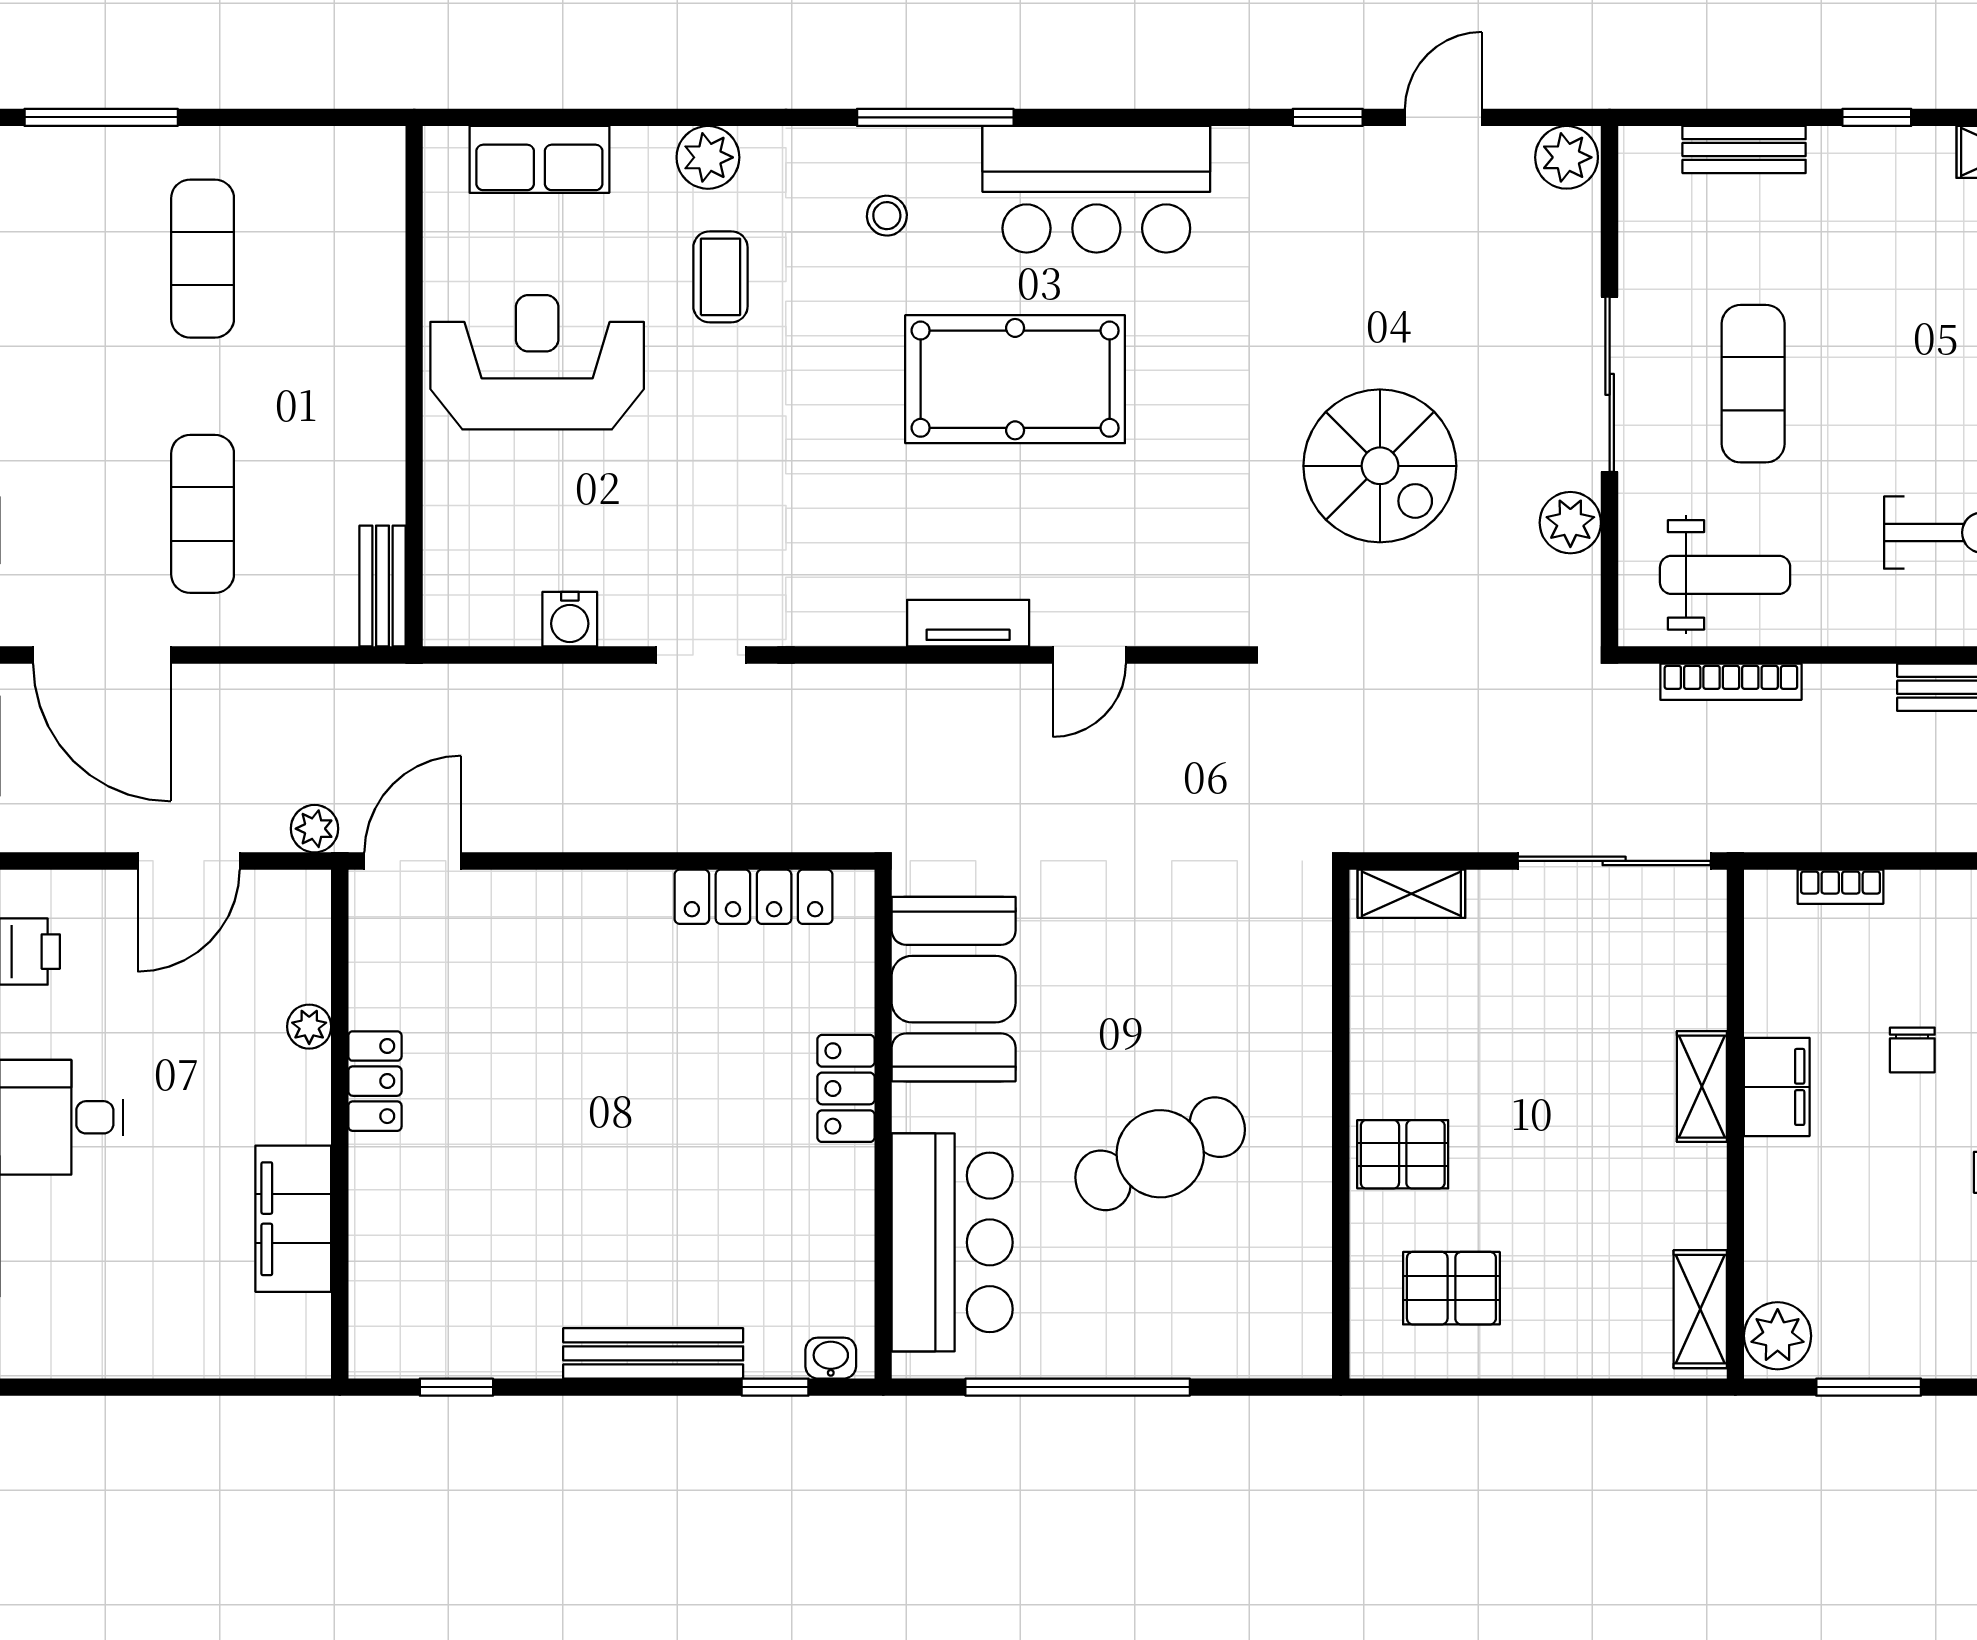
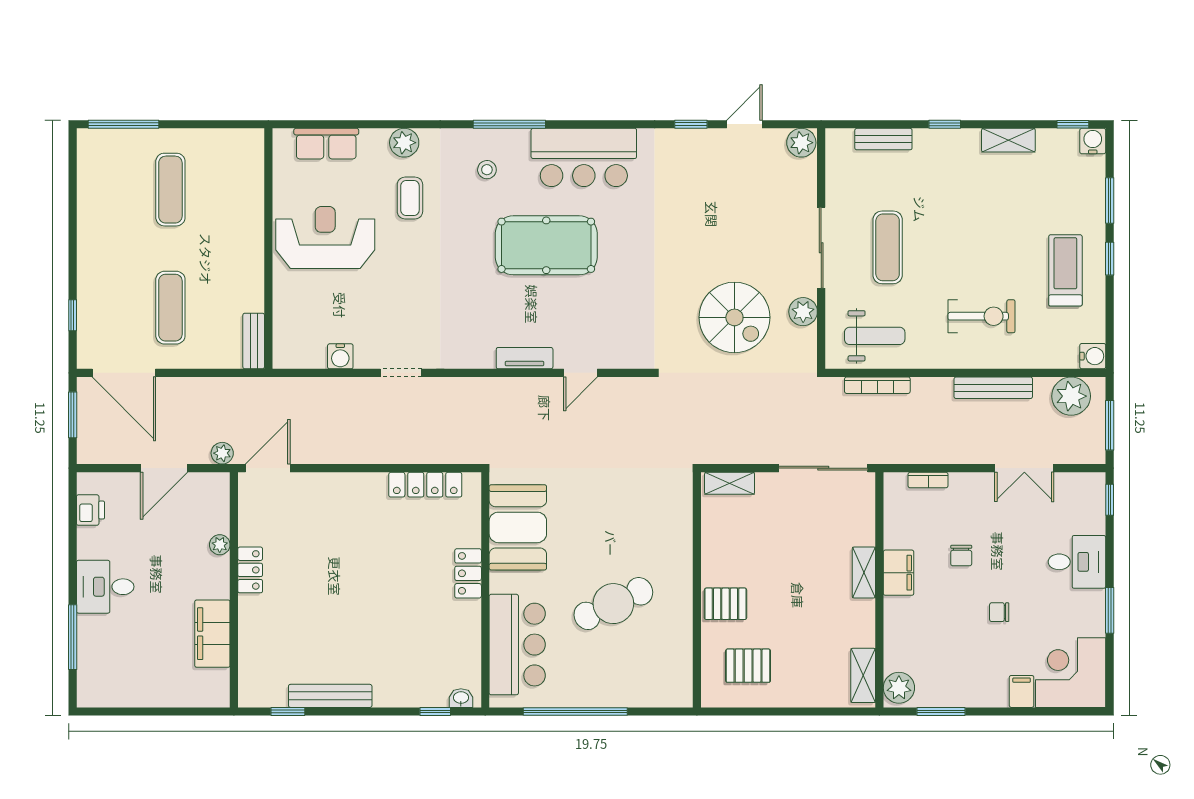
spiral stairs: (1380, 466) -> (734, 317), moved
bench: (653, 1353) -> (330, 696), moved

